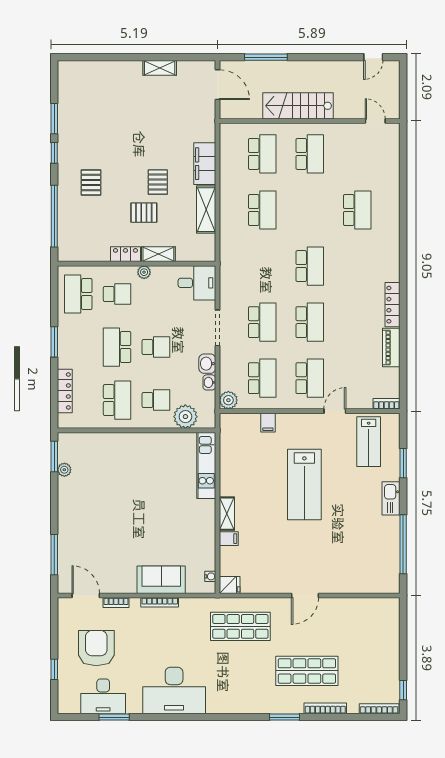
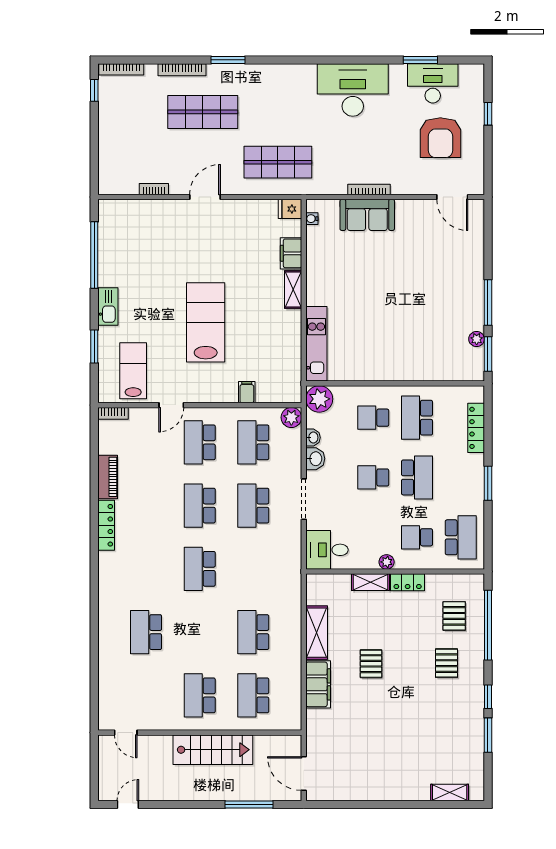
shelving: (160, 68) -> (450, 793), moved
pallet: (144, 213) -> (454, 616), moved, turned 90
plant: (185, 417) -> (319, 399), moved
filing cabinet: (229, 539) -> (291, 253), width x2.00
window: (54, 555) -> (488, 303), moved
bookcase: (116, 603) -> (154, 189), moved

